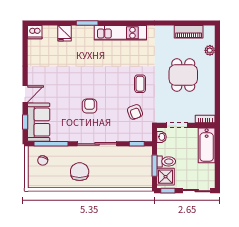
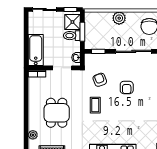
armchair: (90, 106) -> (127, 87), moved
plant: (113, 181) -> (119, 18), added

